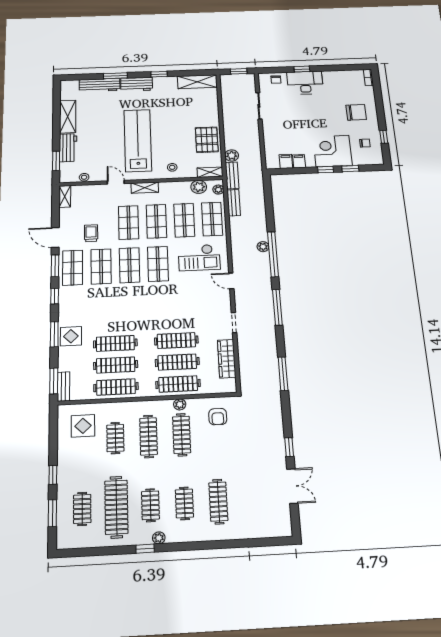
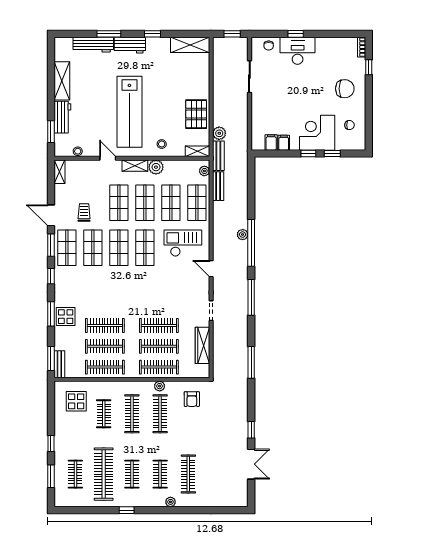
window: (384, 137) -> (369, 67), moved
lab bench: (138, 140) -> (129, 112), turned 180
plant: (199, 187) -> (156, 167), moved
checkout: (199, 258) -> (183, 243), turned 180
plant: (159, 538) -> (170, 502), moved

